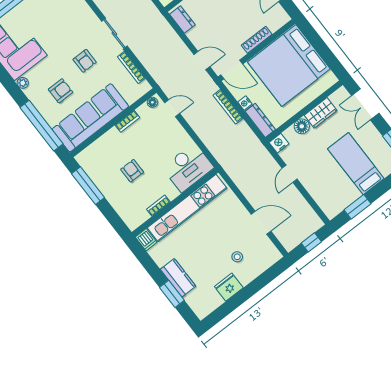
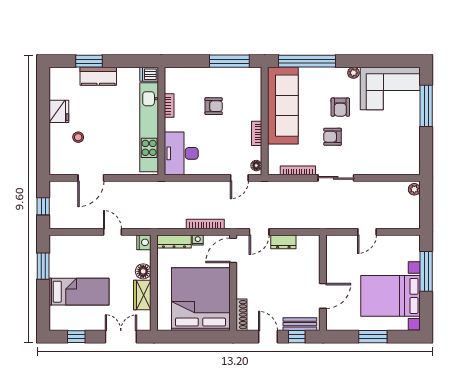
dresser: (182, 19) -> (283, 242), moved
shoe rack: (257, 40) -> (242, 315), moved
armchair: (61, 91) -> (340, 107), moved

